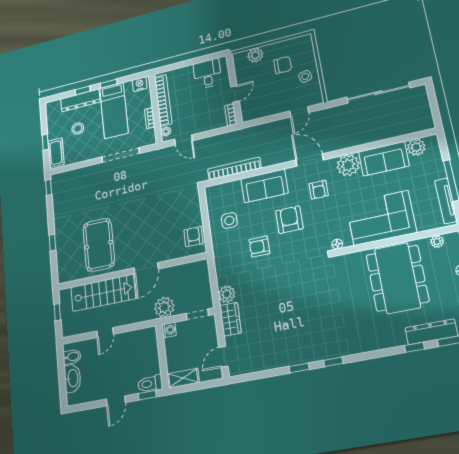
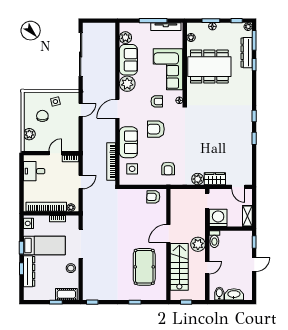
door: (235, 94) -> (55, 153), hinge flipped
door: (299, 112) -> (81, 110), hinge flipped
stool: (78, 129) -> (71, 268), moved
door: (183, 140) -> (81, 182), moved
armchair: (319, 190) -> (157, 101), moved
side table: (229, 220) -> (132, 169), moved
pool table: (99, 245) -> (144, 267), turned 90
armchair: (259, 247) -> (168, 169), moved
door: (146, 268) -> (168, 233), swing flipped
plant: (164, 307) -> (198, 244), moved
washing machine: (169, 330) -> (218, 218), width x1.89, depth x1.89
door: (105, 333) -> (207, 268), hinge flipped
toilet: (150, 384) -> (214, 239), moved
door: (116, 401) -> (254, 264), hinge flipped

